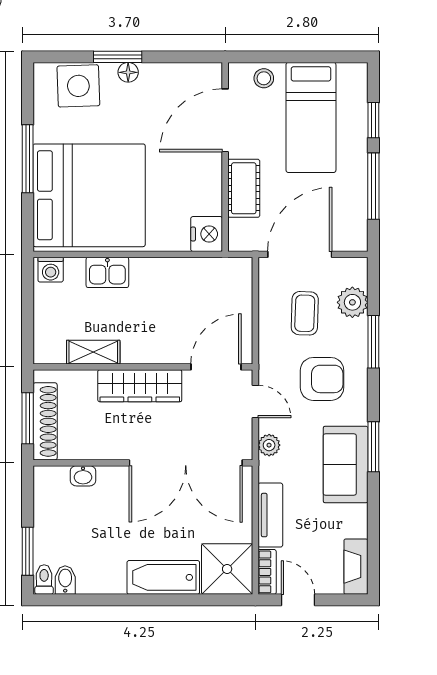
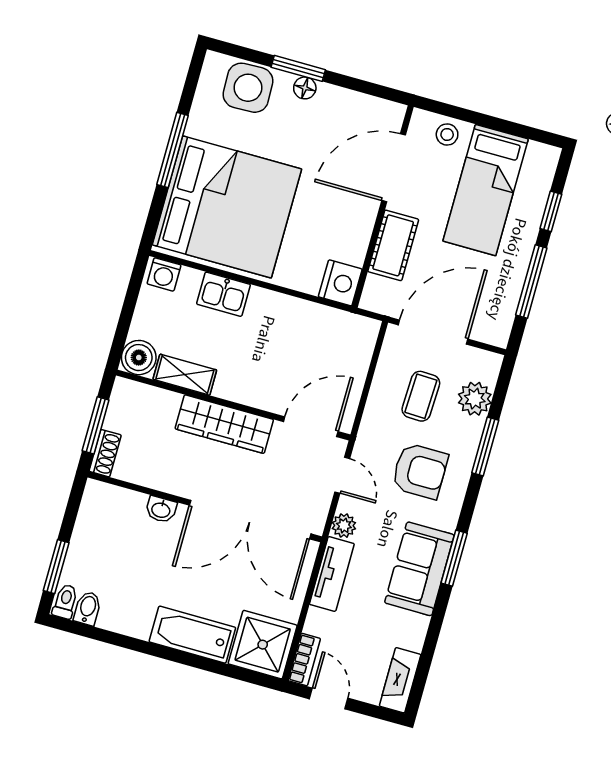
boiler: (49, 348) -> (139, 358), added
shoe rack: (45, 421) -> (105, 453), width x0.51, depth x0.81
washbasin: (83, 476) -> (161, 510), moved
tv unit: (270, 515) -> (332, 574), moved

